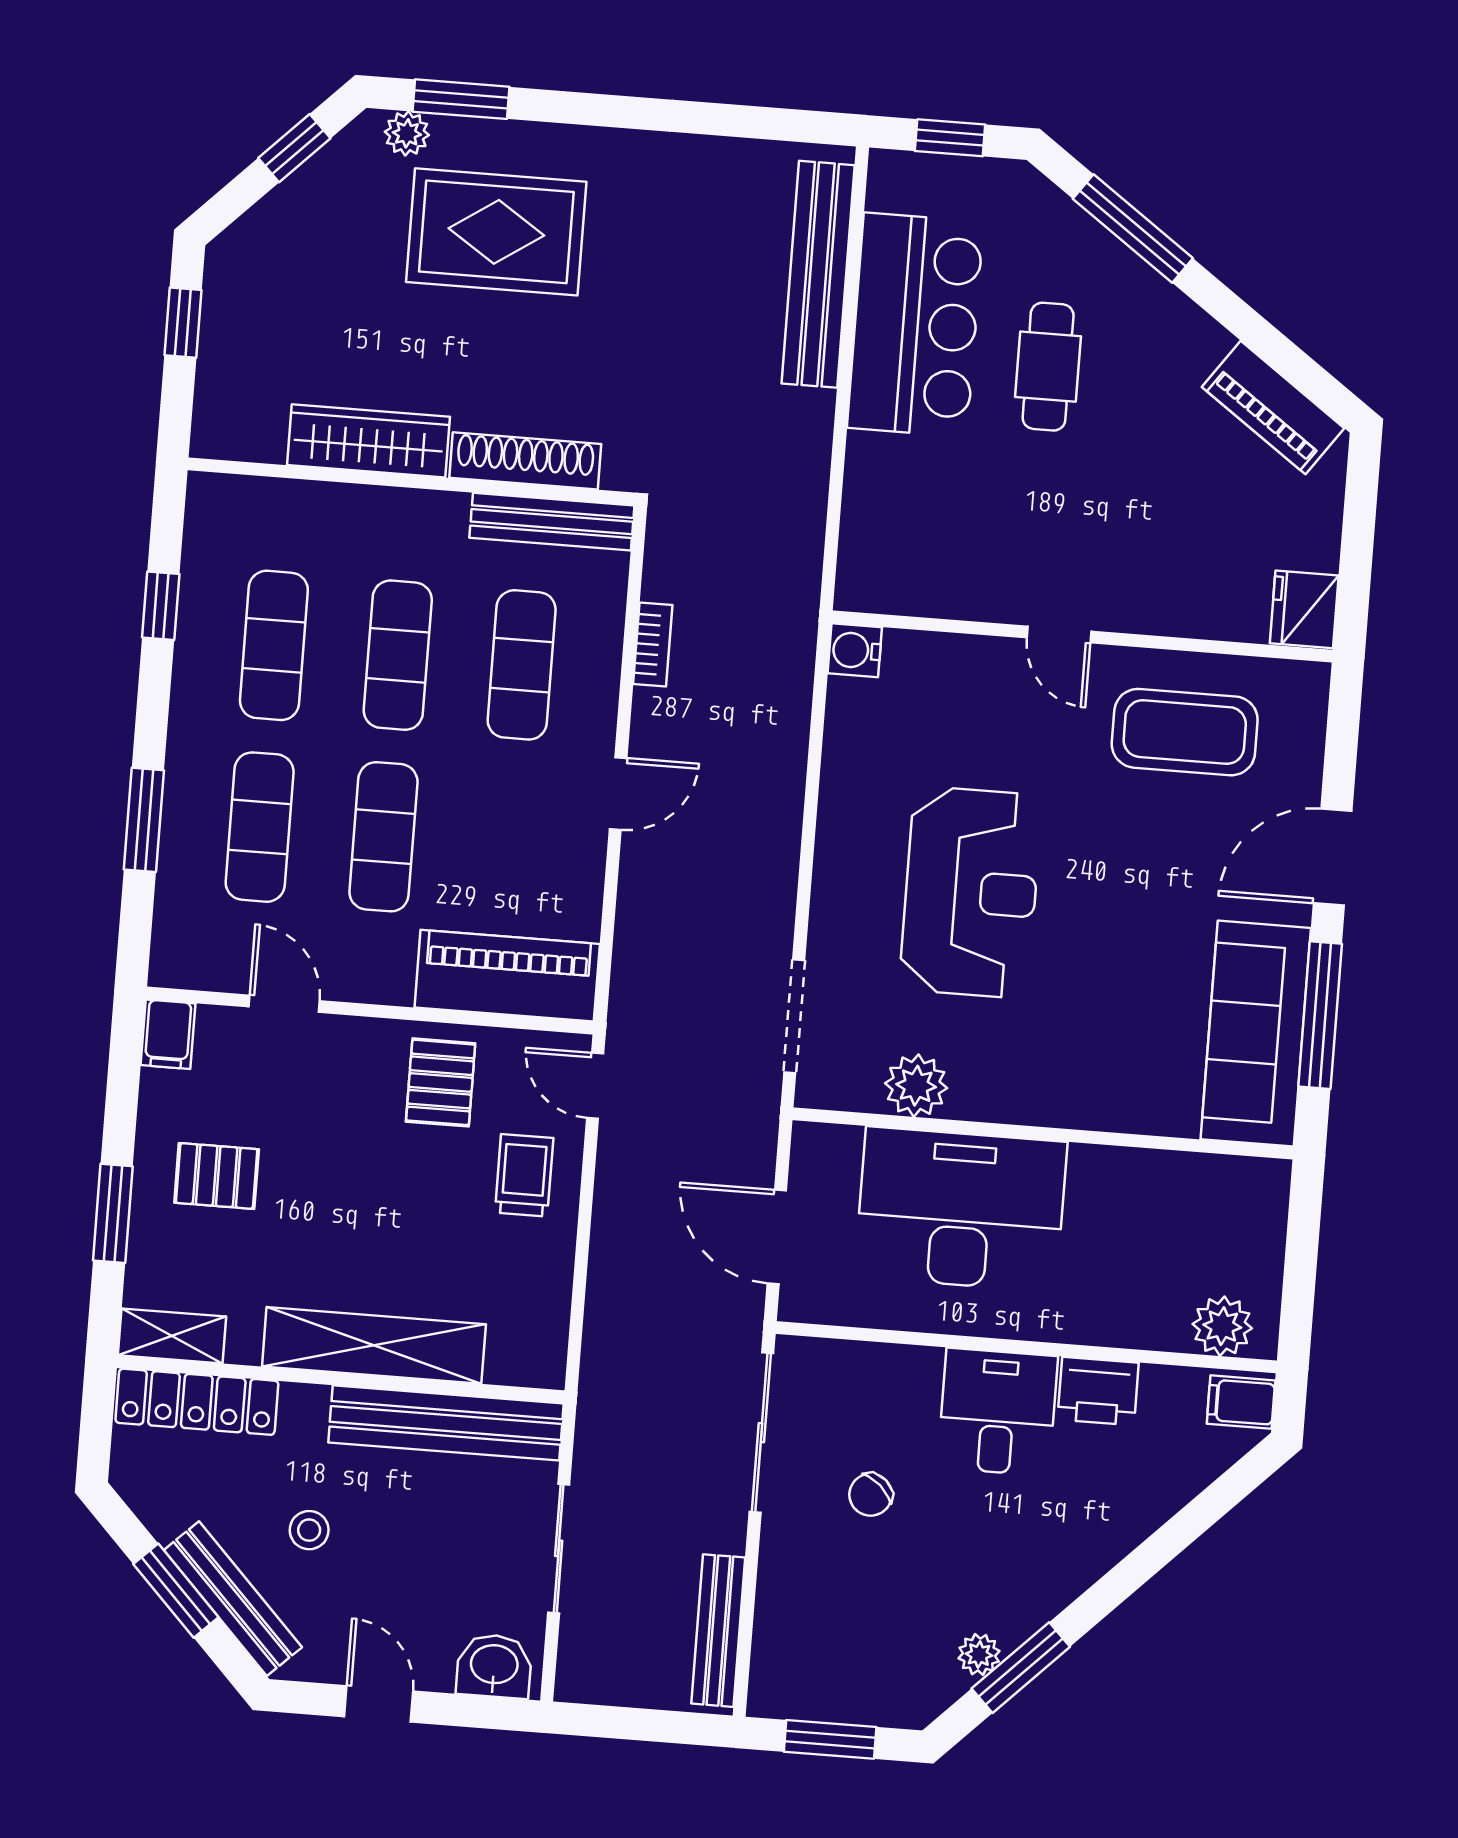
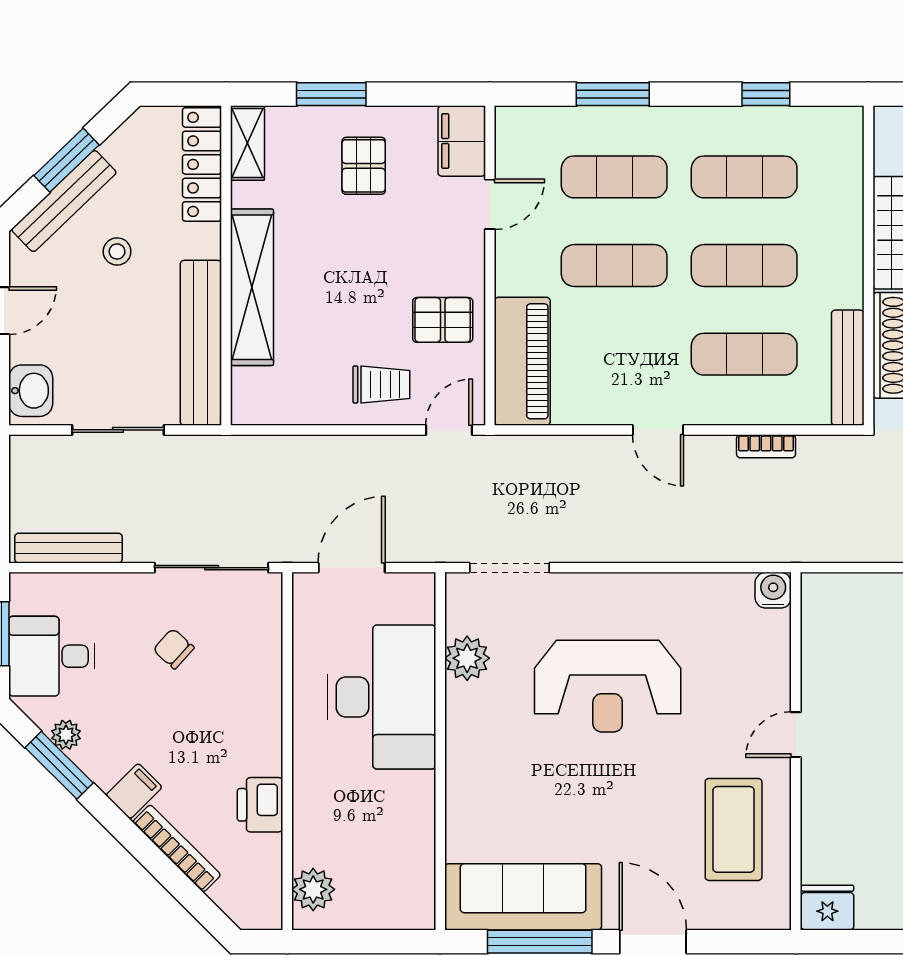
filing cabinet: (168, 1034) -> (462, 141), width x2.00
filing cabinet: (1241, 1402) -> (134, 791), moved, turned 45
desk: (998, 1412) -> (52, 656), moved, turned 180
bookcase: (1150, 1512) -> (177, 848), added

